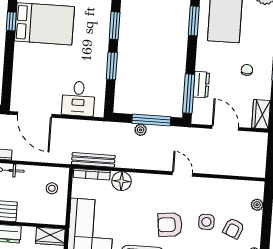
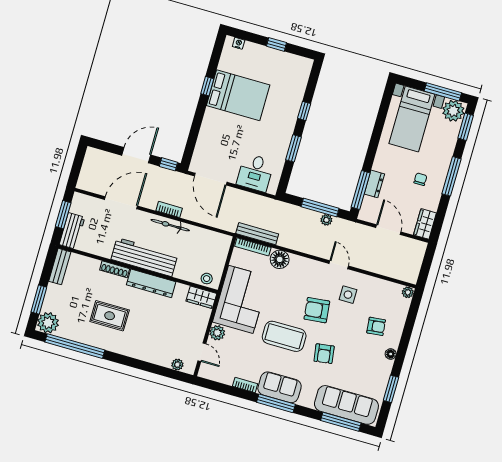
window: (194, 21) -> (380, 122), removed
window: (115, 26) -> (304, 111), width x0.67
plant: (141, 130) -> (326, 220), moved
stool: (52, 188) -> (207, 279), moved
plant: (257, 205) -> (408, 292), moved
side table: (206, 222) -> (348, 295), moved
armchair: (233, 228) -> (376, 326), turned -119

